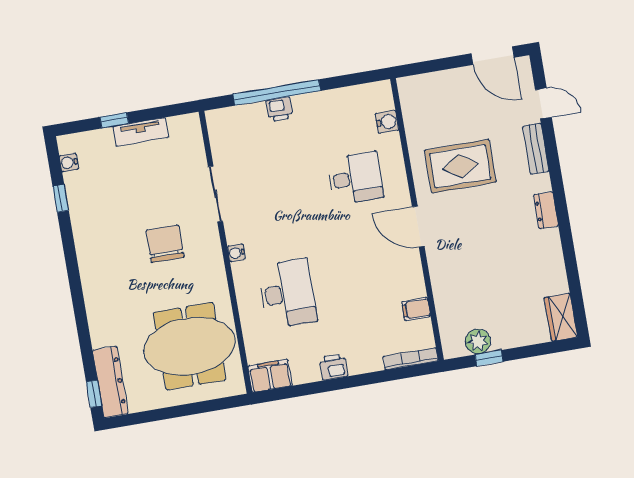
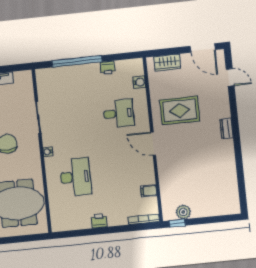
printer: (279, 109) -> (108, 68), moved
bench: (536, 149) -> (224, 103), removed
dresser: (546, 210) -> (226, 128), moved
wardrobe: (561, 317) -> (167, 63), moved, turned -90
window: (489, 358) -> (177, 223), moved
filing cabinet: (270, 376) -> (62, 224), removed

